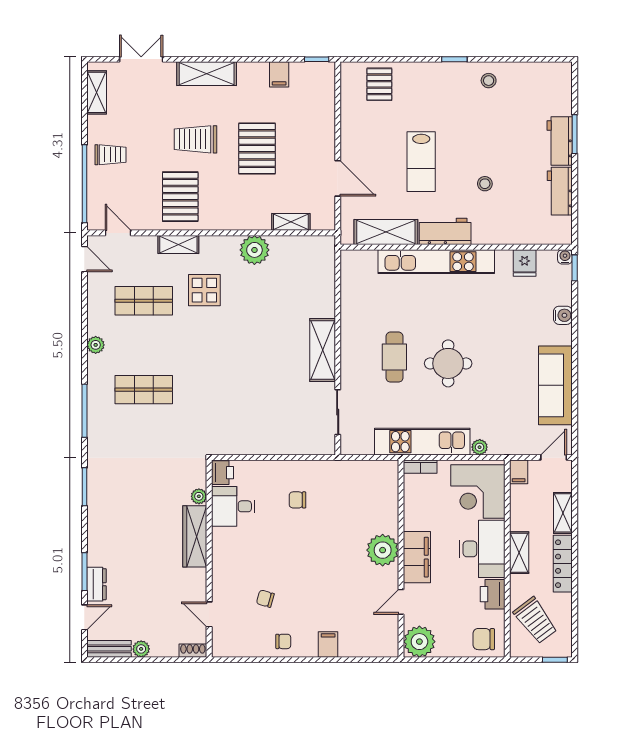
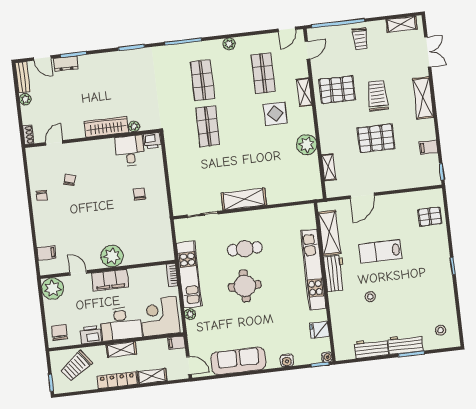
stool: (489, 81) -> (441, 330), moved
shop shelf: (211, 390) -> (208, 126), added
filing cabinet: (328, 644) -> (46, 253), moved

